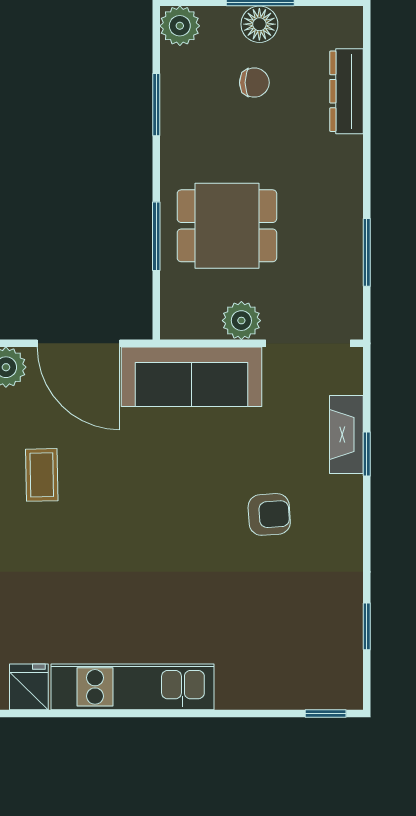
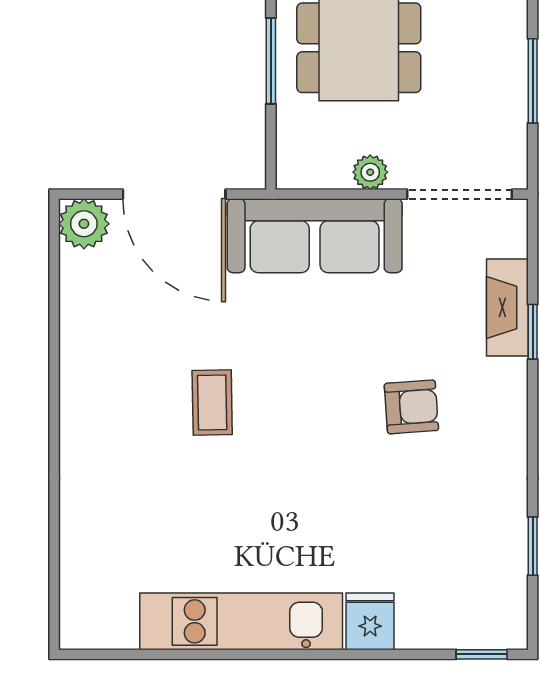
plant: (241, 321) -> (370, 172), width x0.73, depth x0.73
coffee table: (42, 475) -> (212, 402), moved
fridge: (29, 687) -> (370, 621), moved

